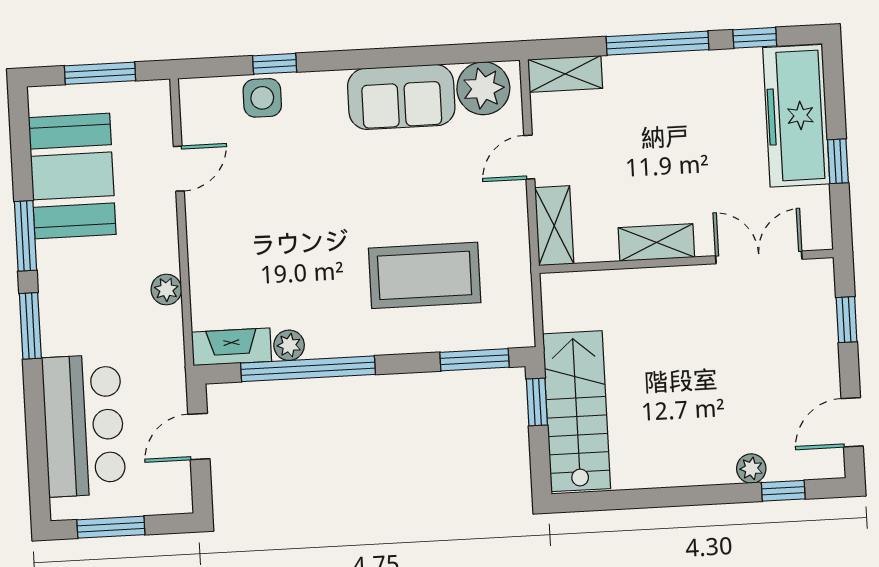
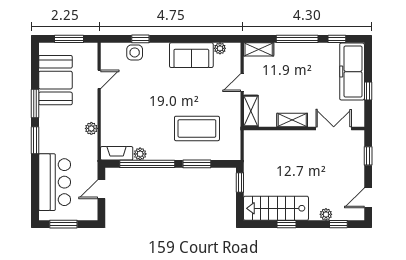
plant: (483, 88) -> (220, 48), width x0.53, depth x0.53
window: (474, 360) -> (197, 164), moved
stairs: (577, 411) -> (276, 208), moved, turned -90
window: (656, 498) -> (286, 224), added

